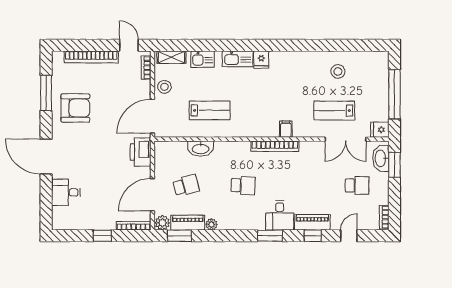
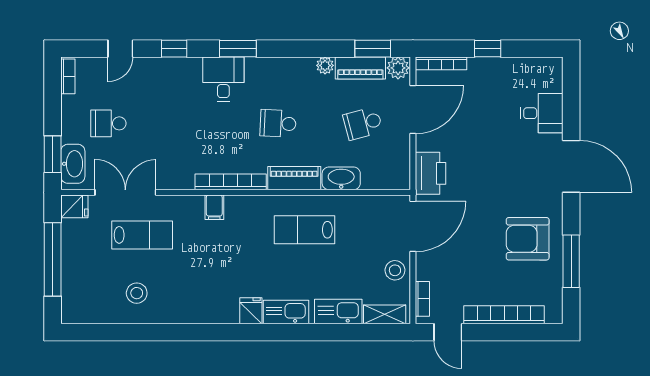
kitchen sink: (203, 59) -> (338, 312), width x1.38
lab bench: (210, 110) -> (305, 230), moved
piano: (312, 222) -> (294, 178), moved, turned 180

